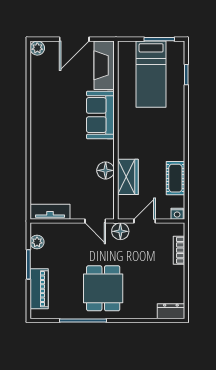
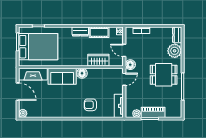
bed: (151, 74) -> (38, 47), width x1.50
dresser: (177, 146) -> (80, 32), added
armchair: (52, 163) -> (90, 105), added
floor lamp: (106, 170) -> (82, 73), moved
piano: (39, 289) -> (153, 112), moved
plant: (144, 307) -> (175, 51), added

